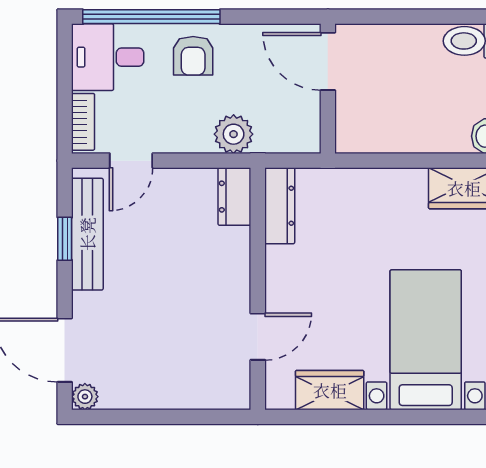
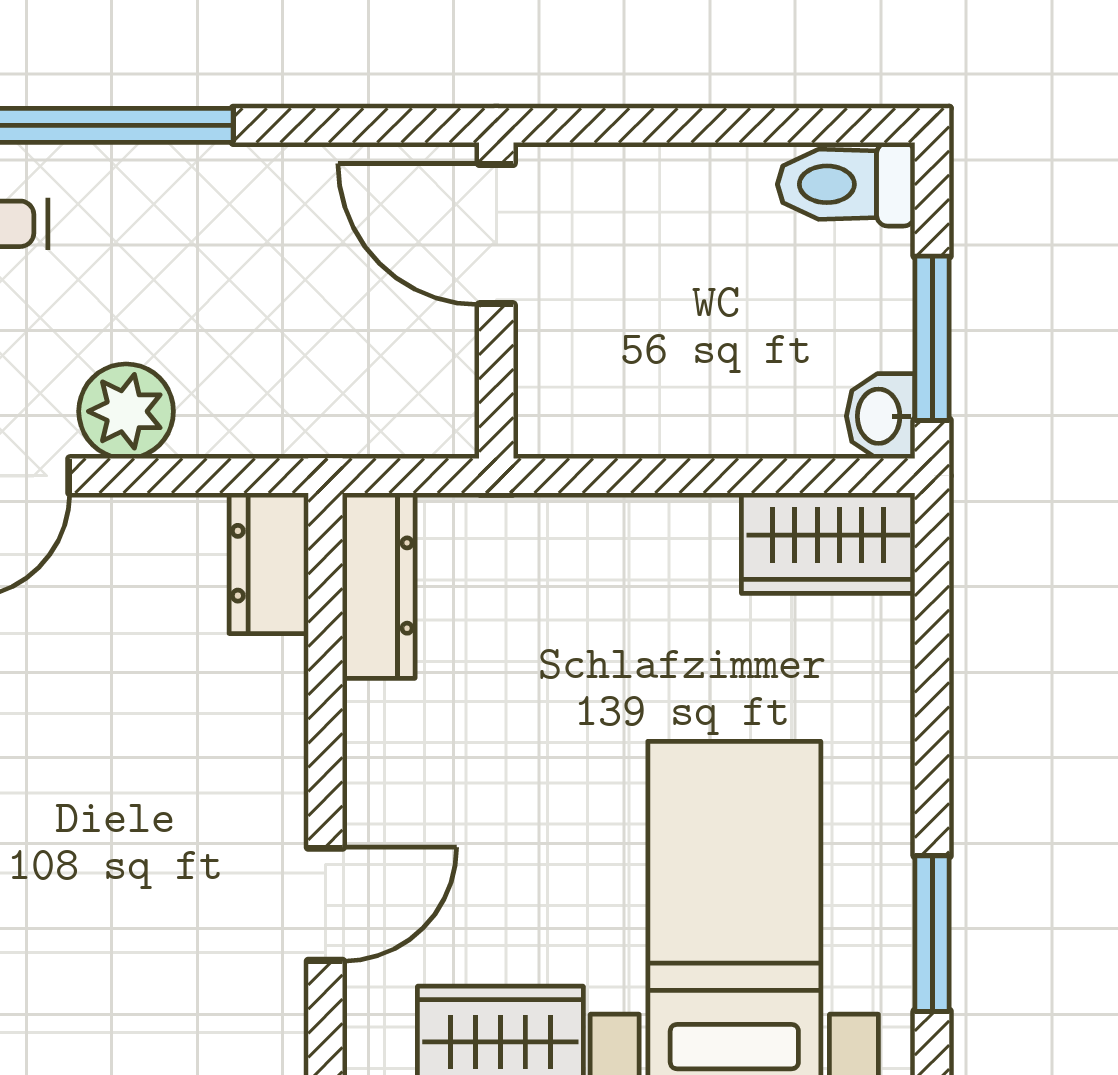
armchair: (193, 56) -> (168, 220), removed
plant: (234, 134) -> (126, 411), moved

